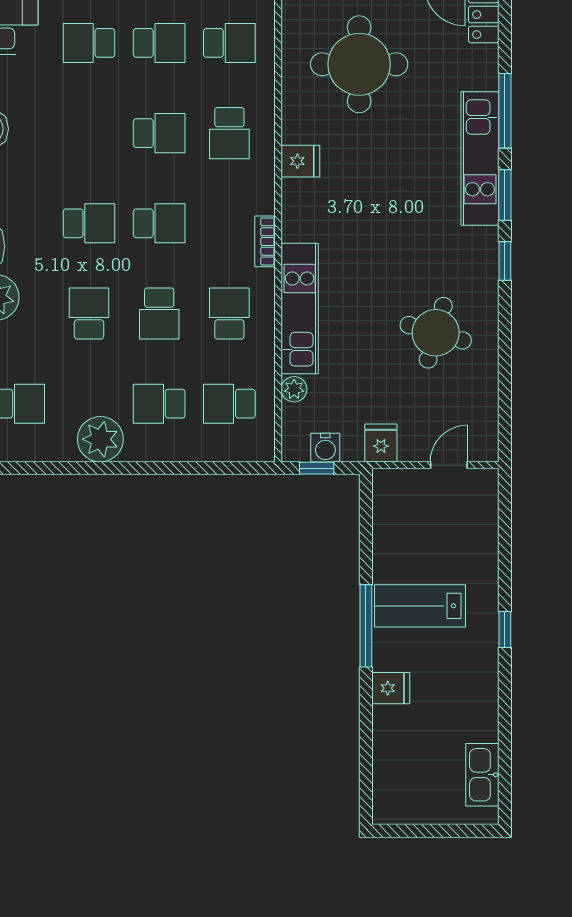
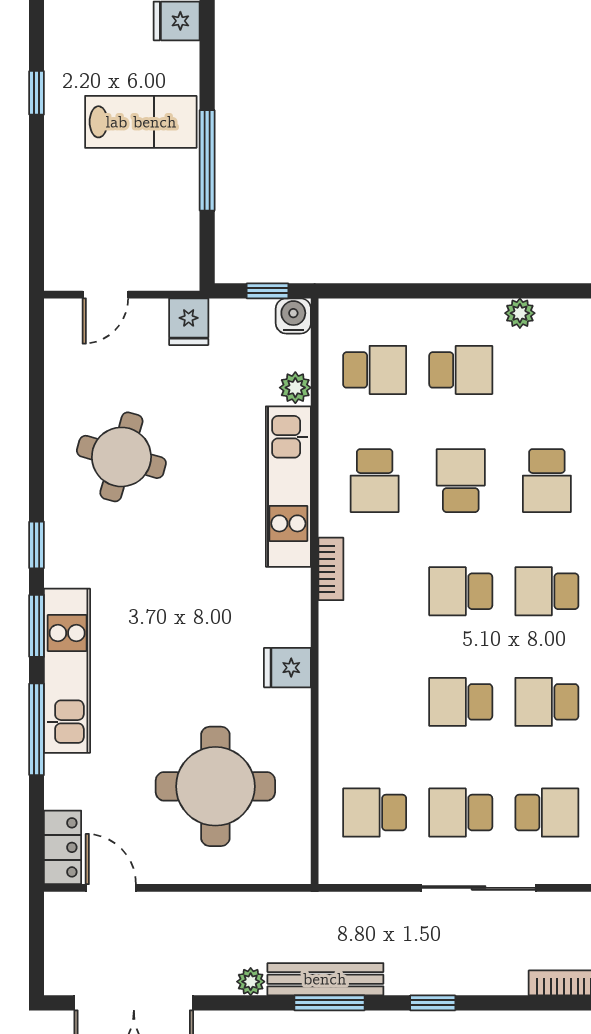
school desk: (229, 133) -> (547, 702), moved, turned -90
plant: (100, 439) -> (520, 313), width x0.53, depth x0.53
water cooler: (325, 448) -> (293, 316), moved
window: (366, 626) -> (207, 160), moved

